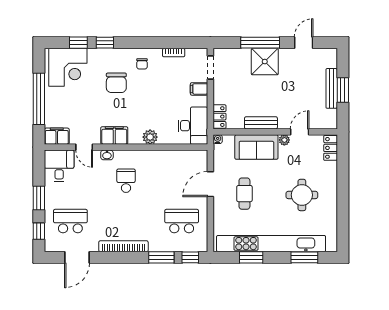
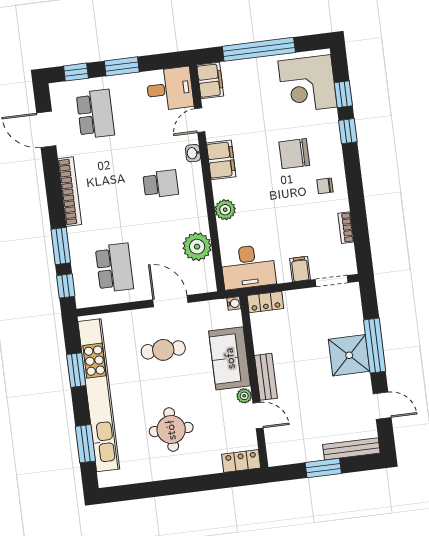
bench: (332, 88) -> (351, 449), moved
bench: (261, 123) -> (266, 377), moved
plant: (174, 160) -> (197, 247), added

